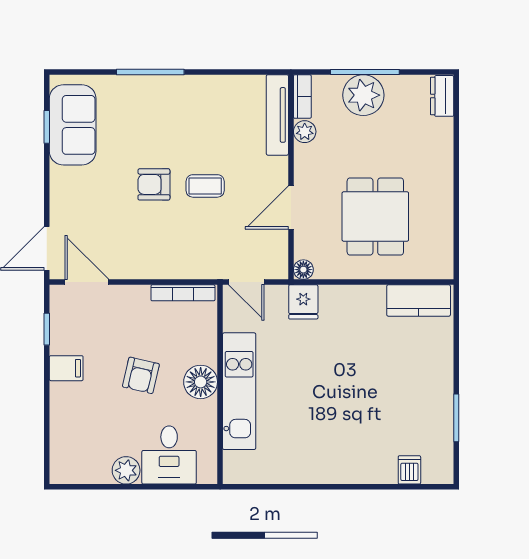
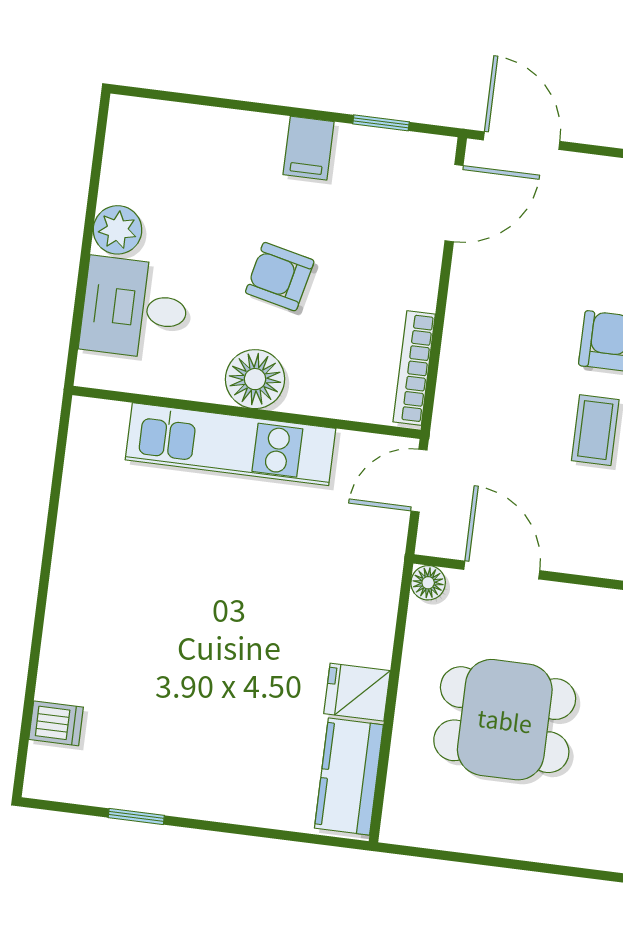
door: (291, 208) -> (502, 570), moved
fridge: (303, 302) -> (357, 692), moved
window: (456, 418) -> (136, 816), width x0.67

